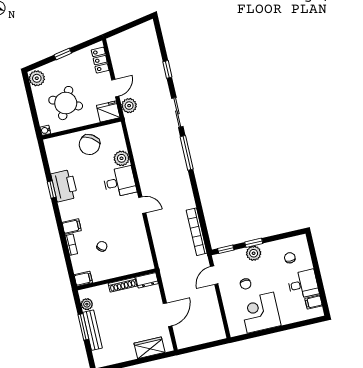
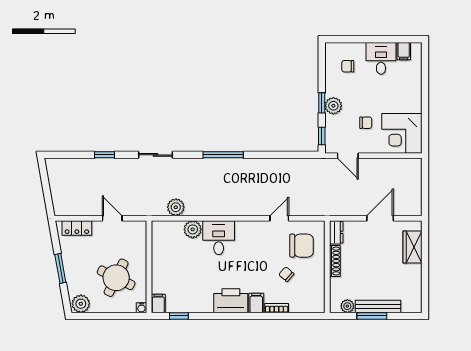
window: (63, 54) -> (60, 268), width x1.50
plant: (129, 106) -> (176, 207), moved
fridge: (108, 111) -> (137, 232), removed
chair: (89, 145) -> (302, 246), moved, turned -33
window: (187, 153) -> (223, 155), moved
printer: (64, 186) -> (231, 301), moved
window: (52, 190) -> (179, 316), moved
door: (142, 205) -> (279, 218), moved
bookcase: (197, 232) -> (294, 164), removed
filing cabinet: (83, 279) -> (158, 303), moved
corner desk: (260, 313) -> (402, 133), moved
door: (168, 315) -> (380, 218), hinge flipped

